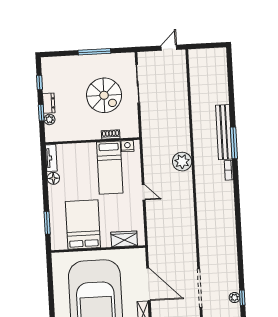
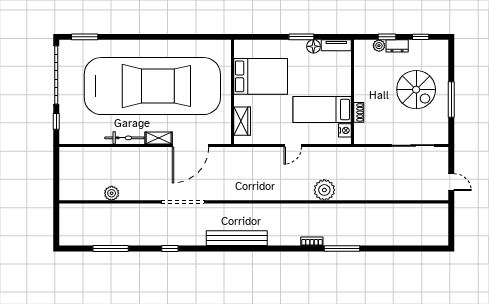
spiral stairs: (104, 95) -> (416, 90), moved, turned -90
bench: (224, 132) -> (237, 238), moved
window: (47, 223) -> (301, 37), moved
plant: (235, 298) -> (171, 240), removed

